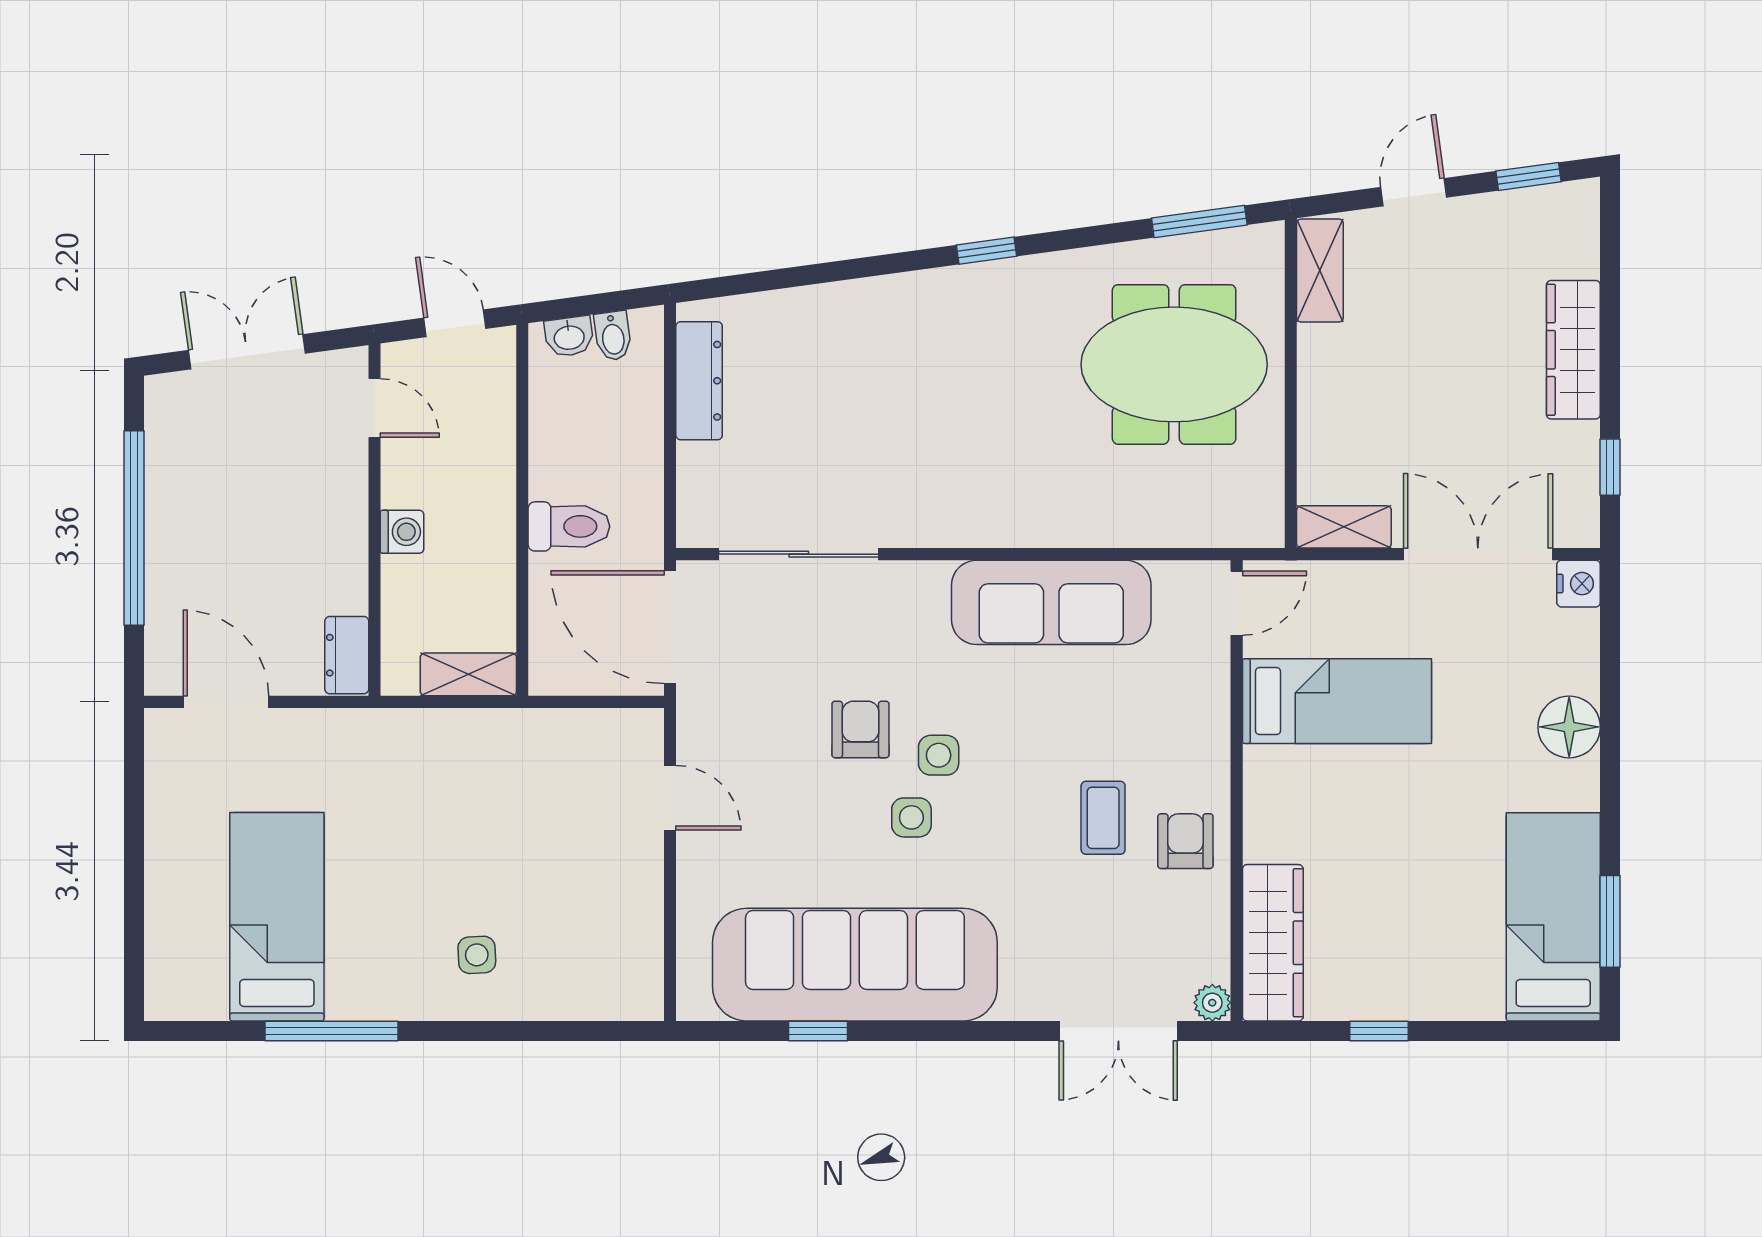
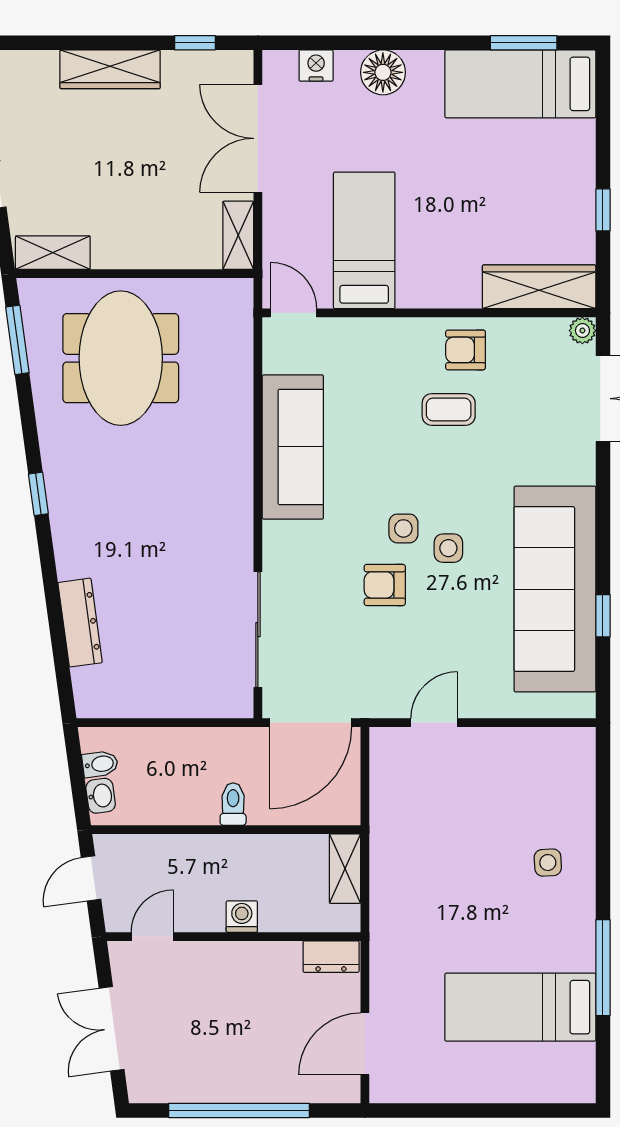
dresser: (699, 381) -> (80, 623), moved, turned 82
toilet: (569, 526) -> (233, 804), width x0.73, depth x0.72
nightstand: (1579, 584) -> (316, 66), moved

